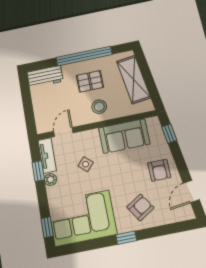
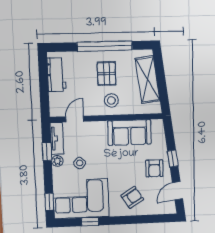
workbench: (45, 77) -> (56, 75), moved, turned -90
pallet: (90, 81) -> (107, 74), turned 90
window: (169, 133) -> (173, 158), moved
side table: (86, 164) -> (80, 163), moved
window: (126, 238) -> (90, 222), moved

